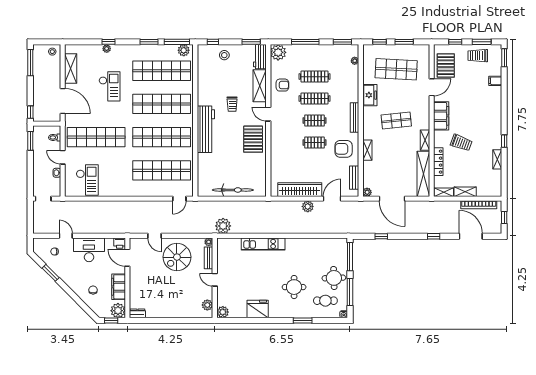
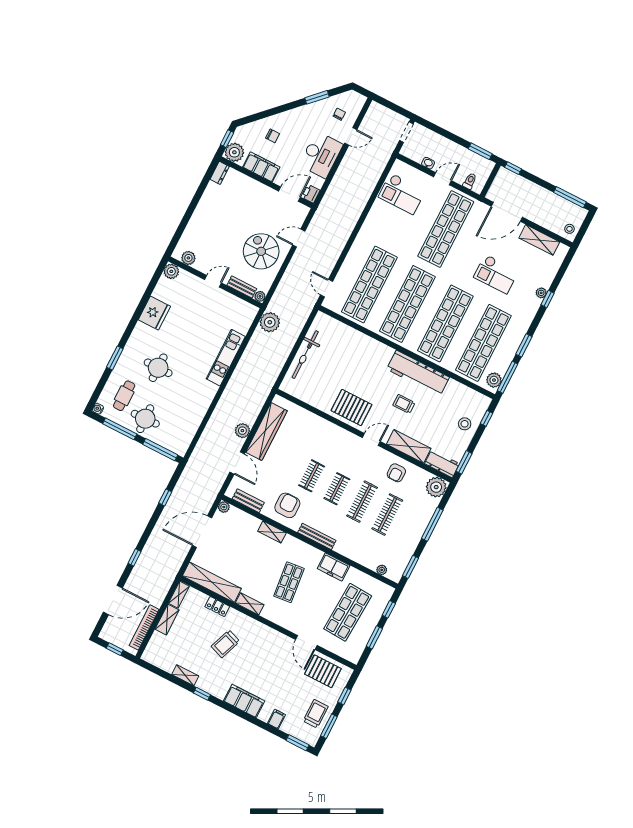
filing cabinet: (441, 116) -> (244, 701), moved, turned 180
workbench: (206, 129) -> (418, 373), moved
locker: (438, 162) -> (217, 607), width x0.66

